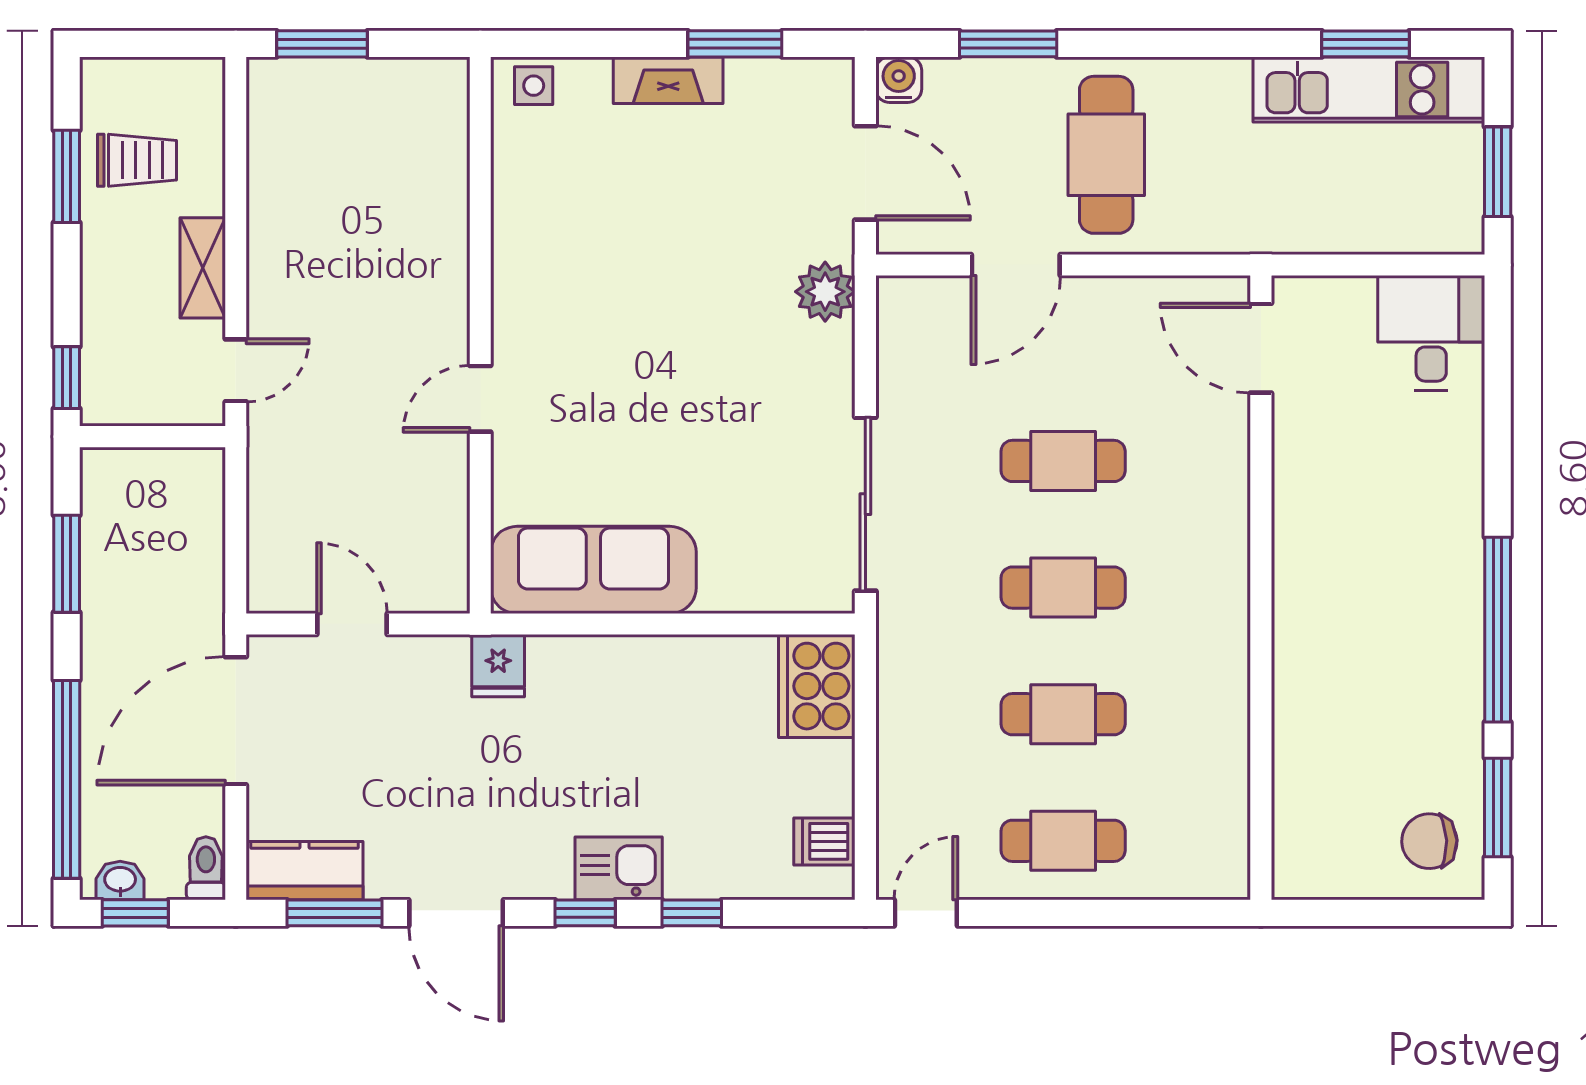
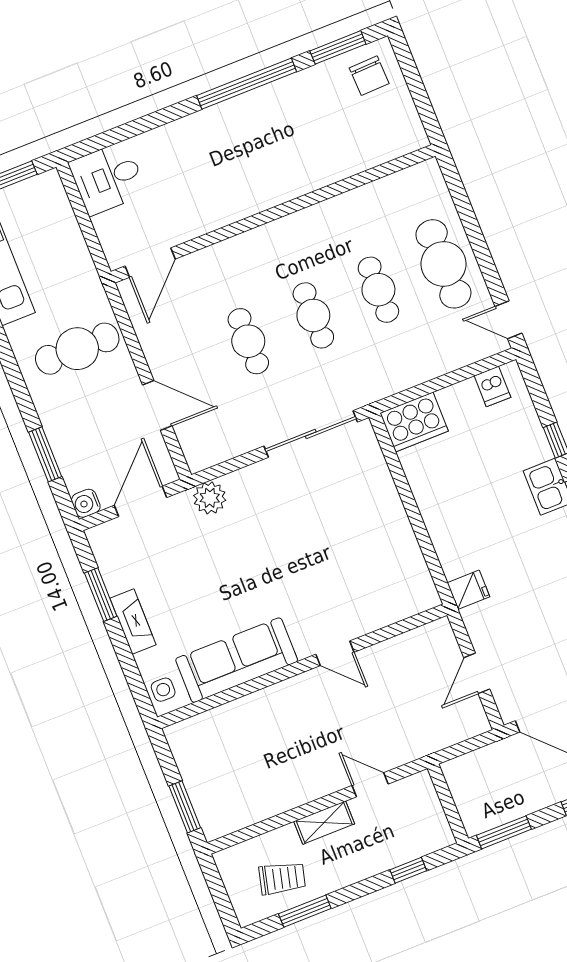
cafe table: (1106, 155) -> (77, 349), moved
trolley: (137, 160) -> (282, 878), turned 104
wall: (152, 437) -> (448, 803), moved
sofa: (593, 570) -> (237, 660), moved, turned 90
cafe table: (1063, 841) -> (443, 264), width x1.37, depth x1.35

